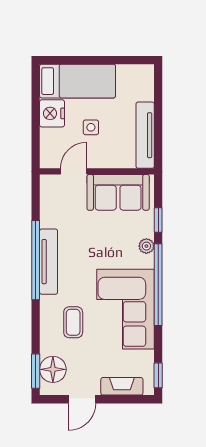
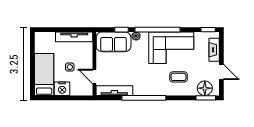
sofa: (118, 192) -> (114, 42), moved, turned 90
tv unit: (49, 262) -> (114, 91), moved

